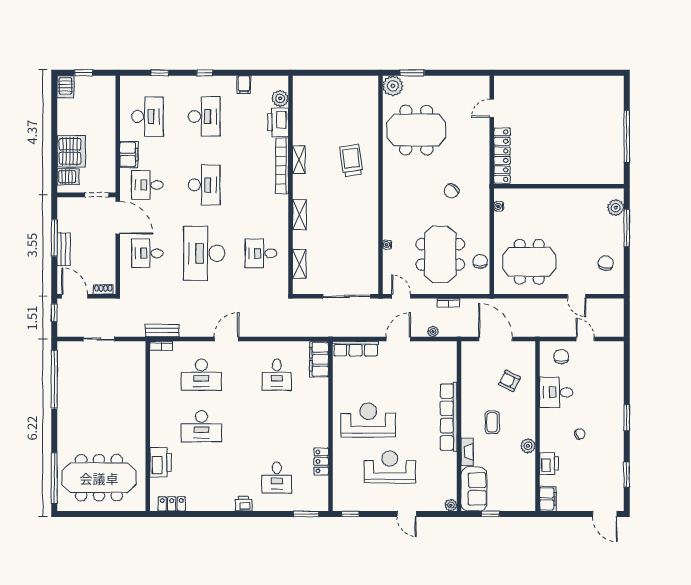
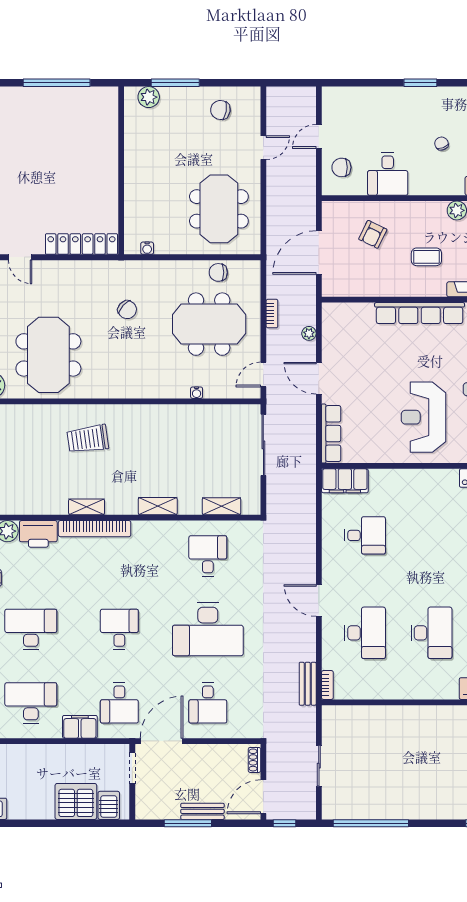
desk: (204, 185) -> (119, 629), width x0.73
desk: (261, 253) -> (208, 556), turned 180

